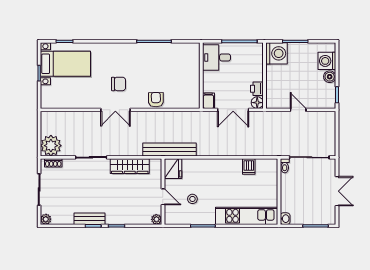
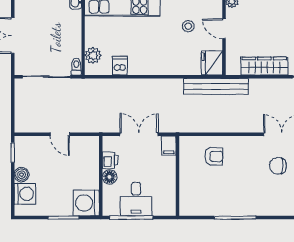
desk: (216, 57) -> (136, 199), moved, turned 90
armchair: (156, 100) -> (214, 156), moved, turned -89
floor lamp: (257, 103) -> (110, 177), moved
plant: (271, 175) -> (93, 55), added

